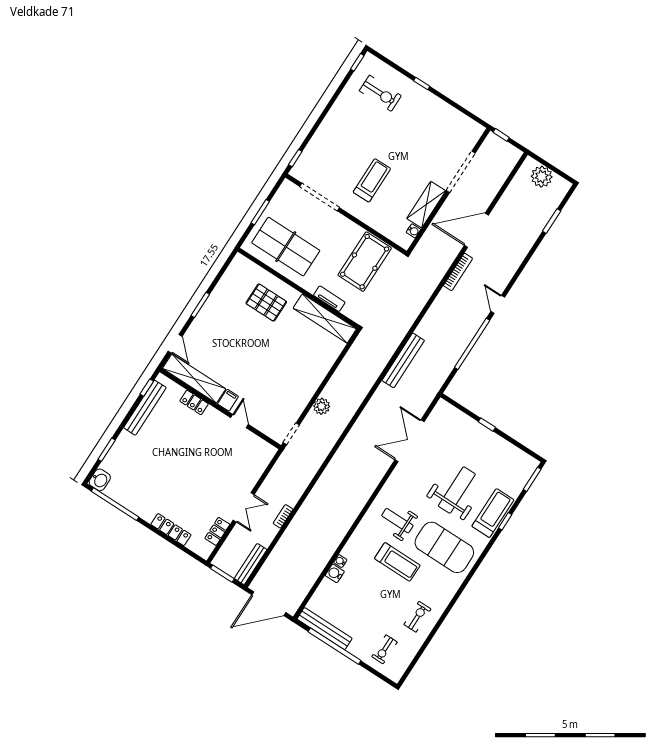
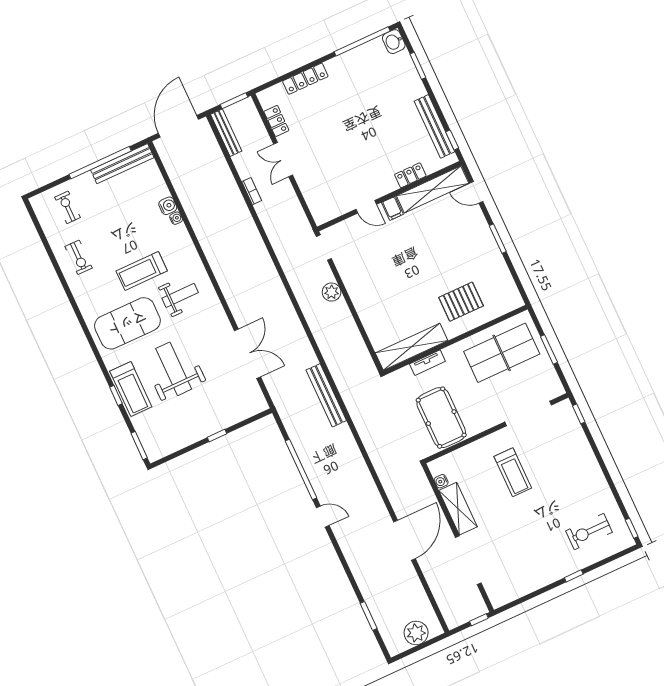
bookcase: (458, 272) -> (376, 499), removed
weight bench: (457, 490) -> (174, 369), turned 180

